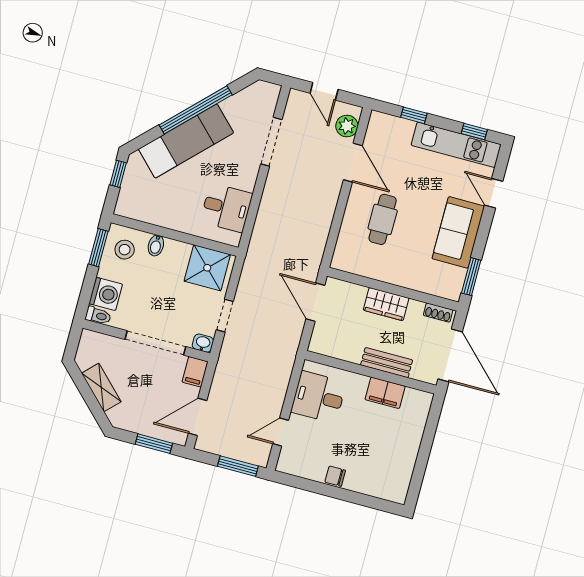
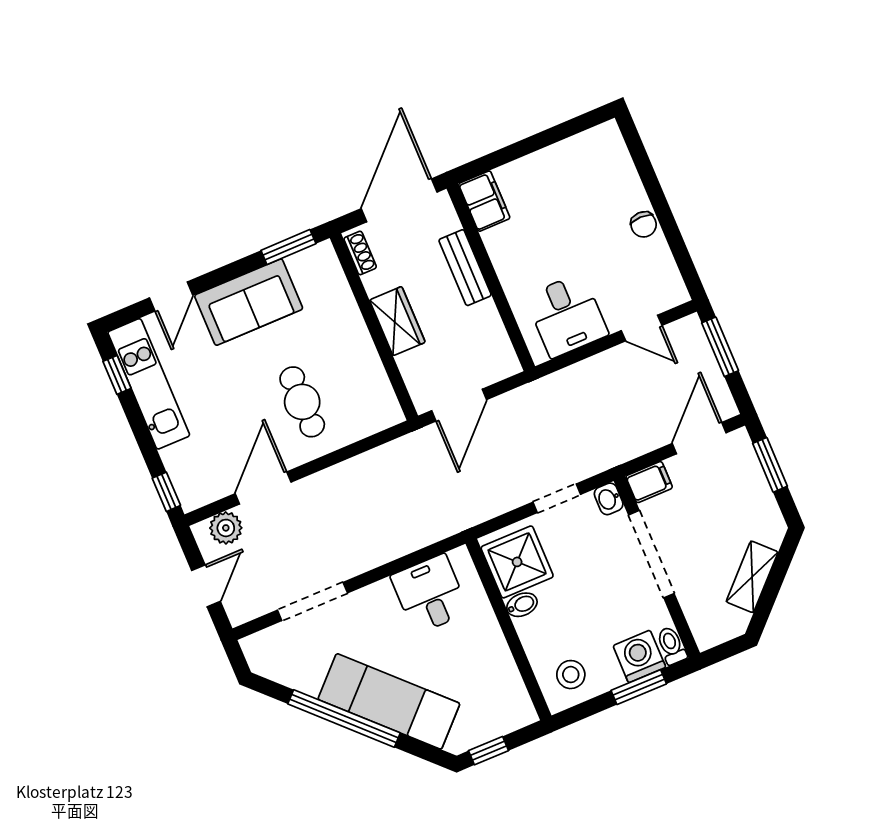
window: (414, 115) -> (166, 492), moved
cafe table: (383, 219) -> (302, 402), turned 90
bidet: (156, 245) -> (522, 605), moved
window: (98, 248) -> (639, 687), moved
filing cabinet: (385, 393) -> (484, 201), moved
door: (198, 417) -> (699, 438), swing flipped

